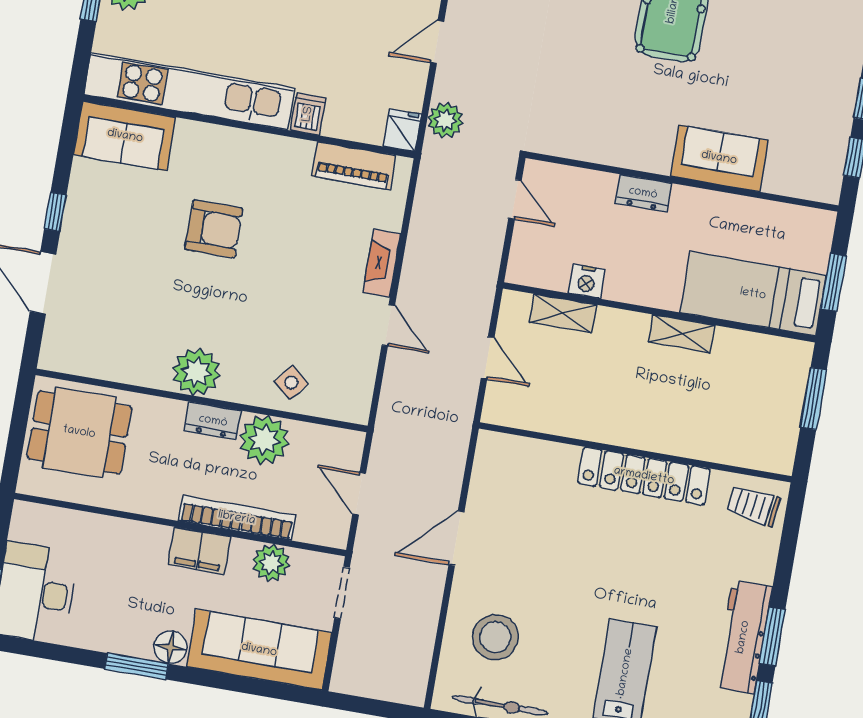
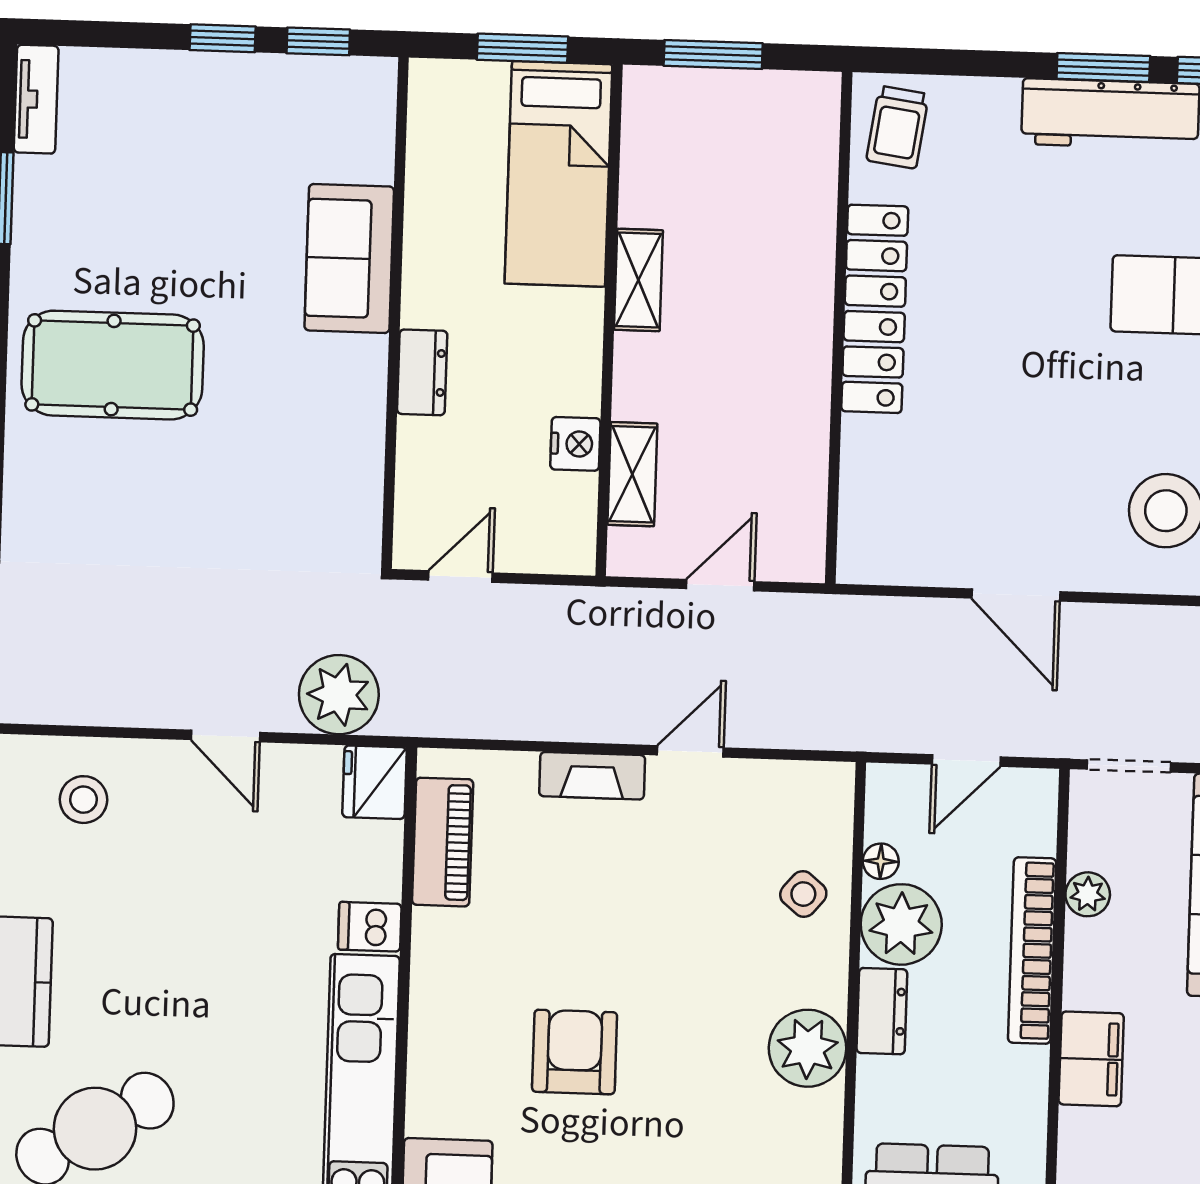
plant: (445, 120) -> (339, 695), width x1.36, depth x1.36
fridge: (402, 130) -> (375, 782), width x1.38
floor lamp: (305, 433) -> (881, 861), added
filing cabinet: (199, 551) -> (1091, 1059), moved
plant: (271, 563) -> (1088, 894), width x0.73, depth x0.73

